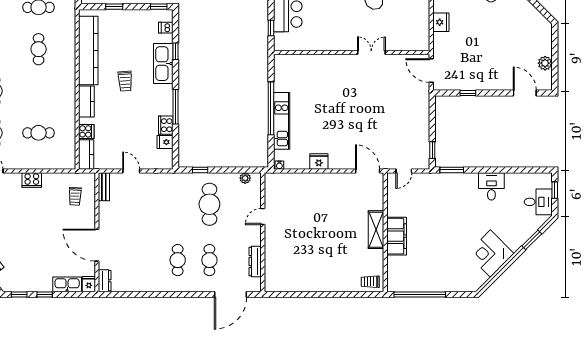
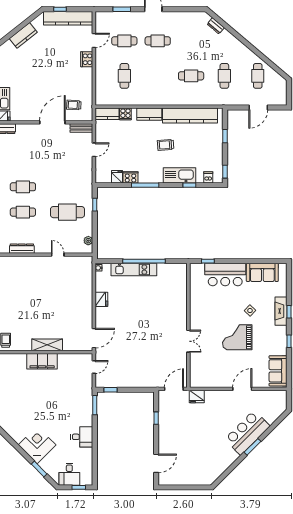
fridge: (441, 22) -> (197, 397), moved
plant: (545, 63) -> (180, 480), removed
door: (404, 171) -> (94, 367), swing flipped
cooker: (32, 180) -> (87, 59), moved
door: (97, 245) -> (52, 122), moved
corner desk: (490, 254) -> (37, 445), moved

